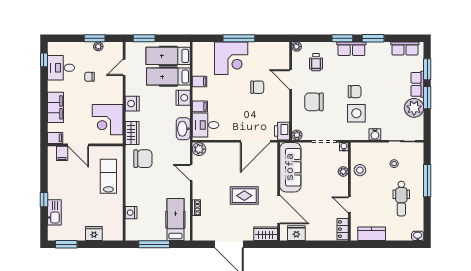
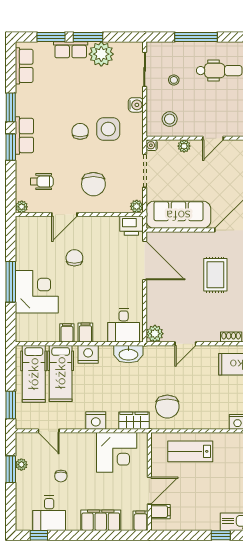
filing cabinet: (200, 106) -> (85, 333), moved
chair: (143, 159) -> (167, 407), turned 180
stool: (360, 170) -> (170, 119), moved
door: (349, 205) -> (213, 138), moved

